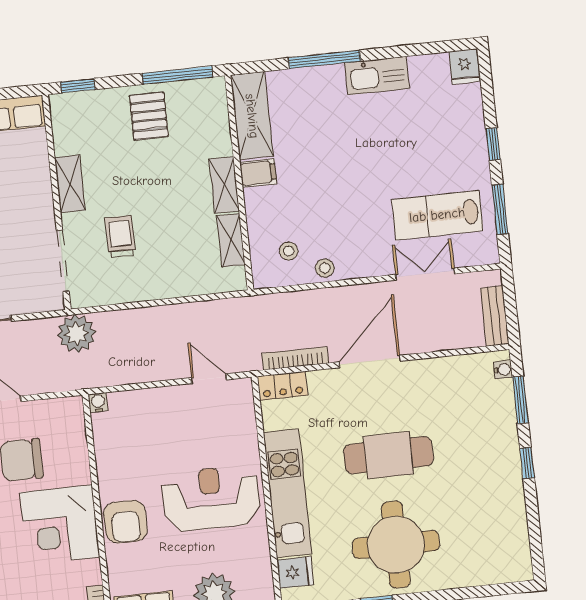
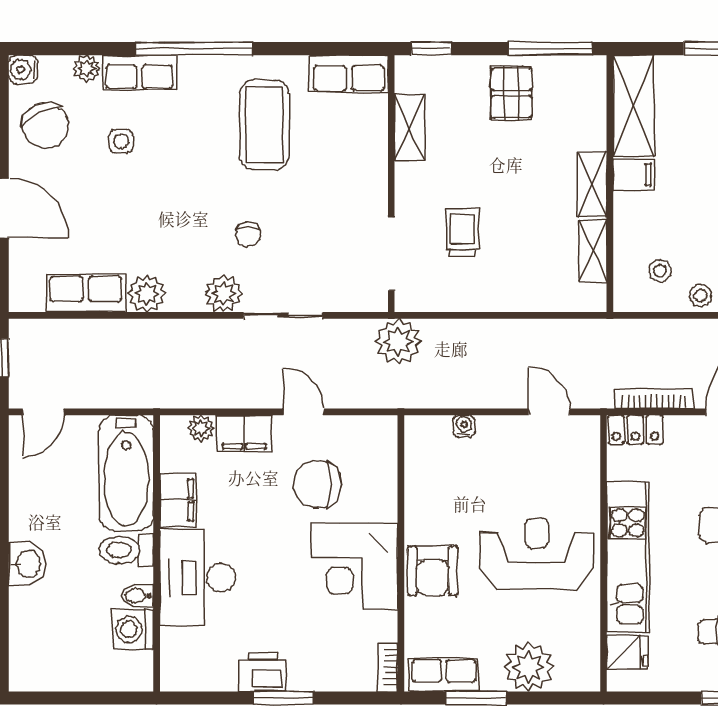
shelving: (70, 184) -> (409, 127), moved
water cooler: (98, 403) -> (464, 426), moved

